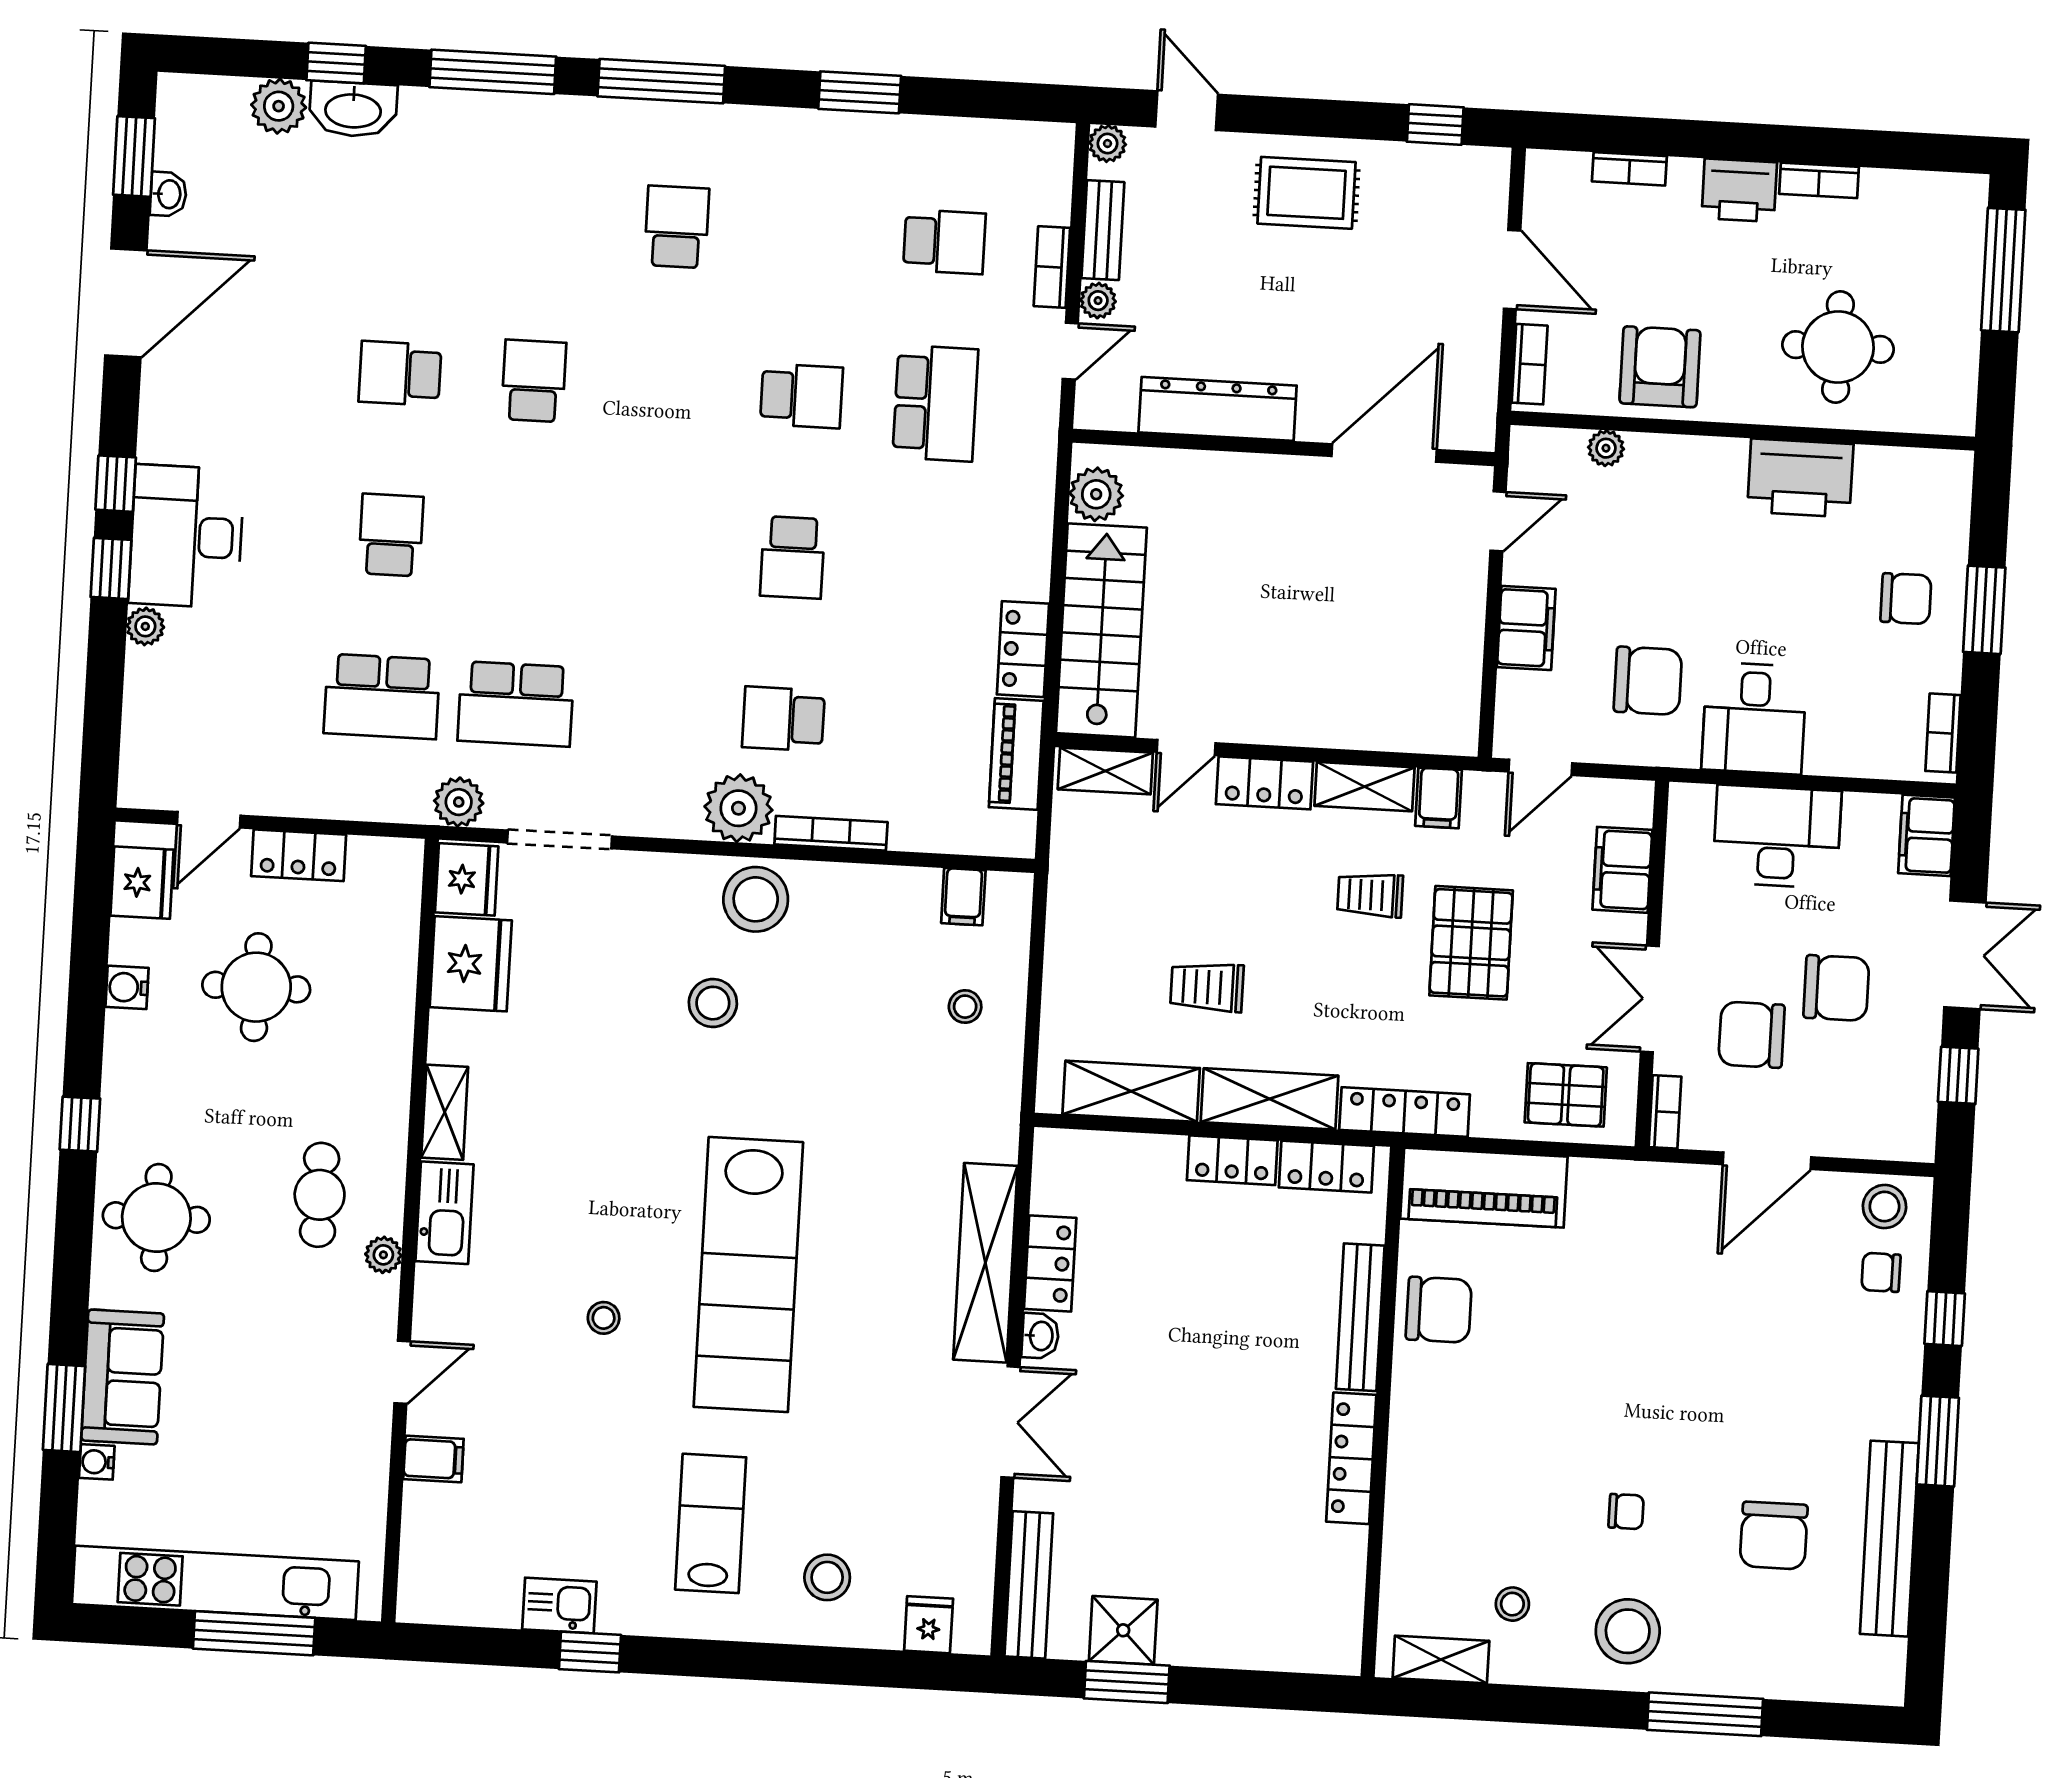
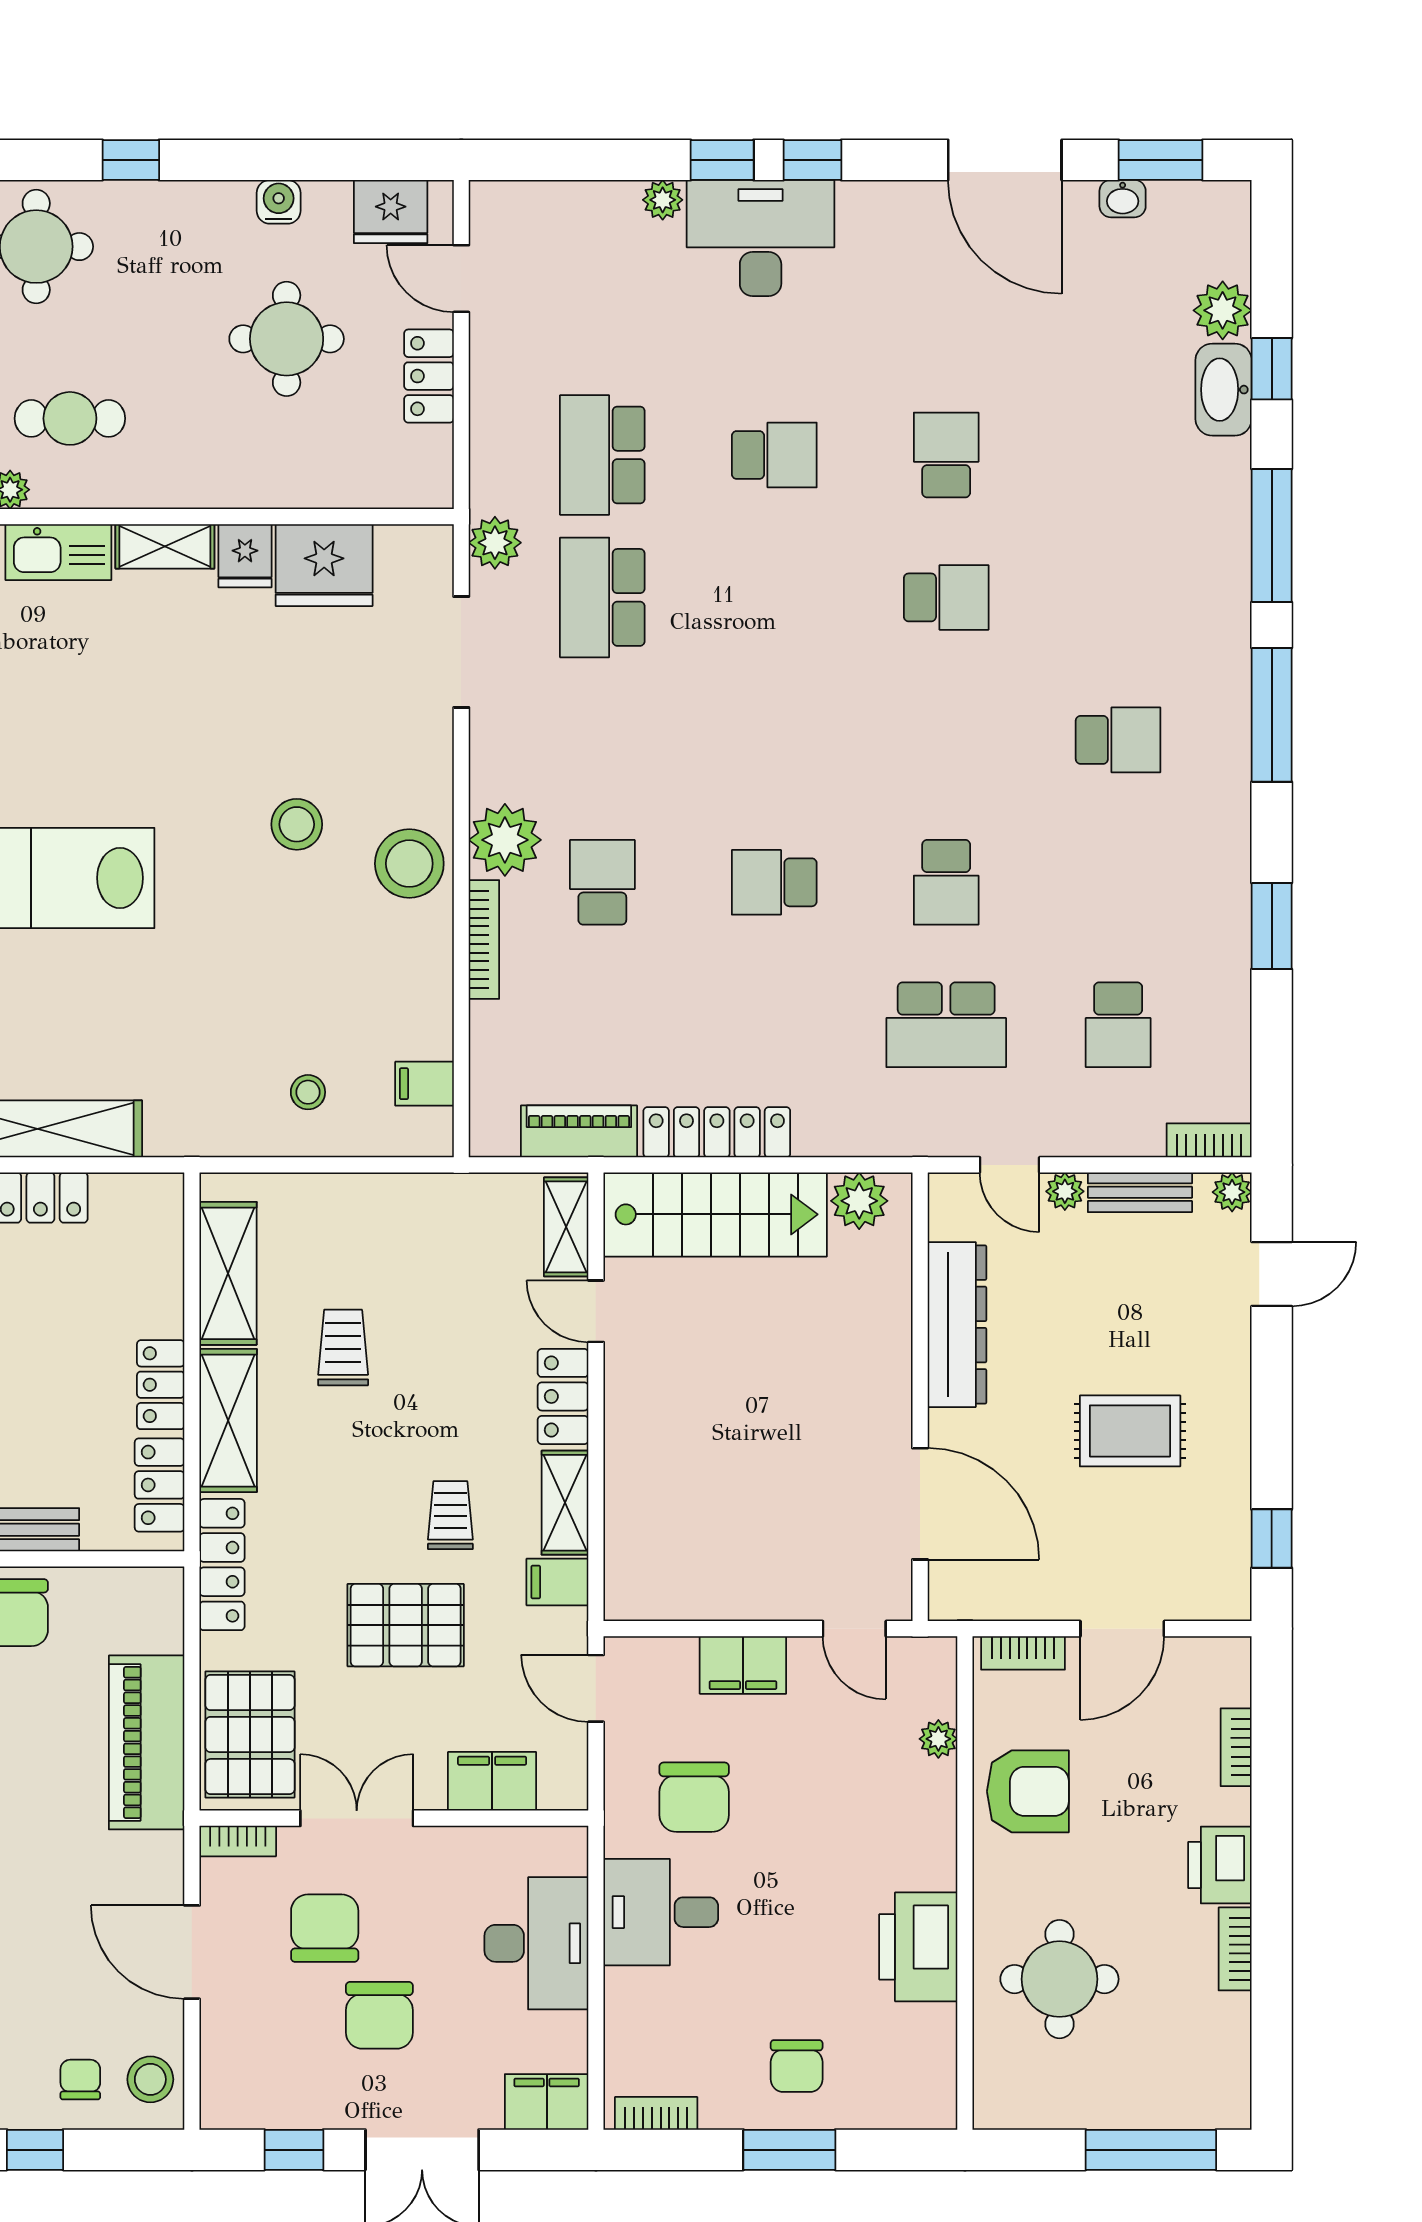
rug: (1307, 193) -> (1130, 1431), moved, turned 90
bookcase: (1052, 267) -> (1209, 1140), moved
locker: (1023, 649) -> (717, 1132), width x1.53
fridge: (467, 879) -> (245, 556), moved, width x0.72
pallet: (1566, 1095) -> (250, 1735), width x1.50, depth x1.42
piano: (1484, 1188) -> (147, 1742), moved

